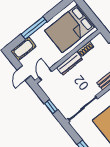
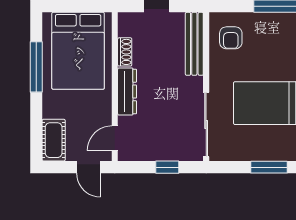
window: (34, 28) -> (36, 67), moved
door: (45, 74) -> (115, 138), hinge flipped

